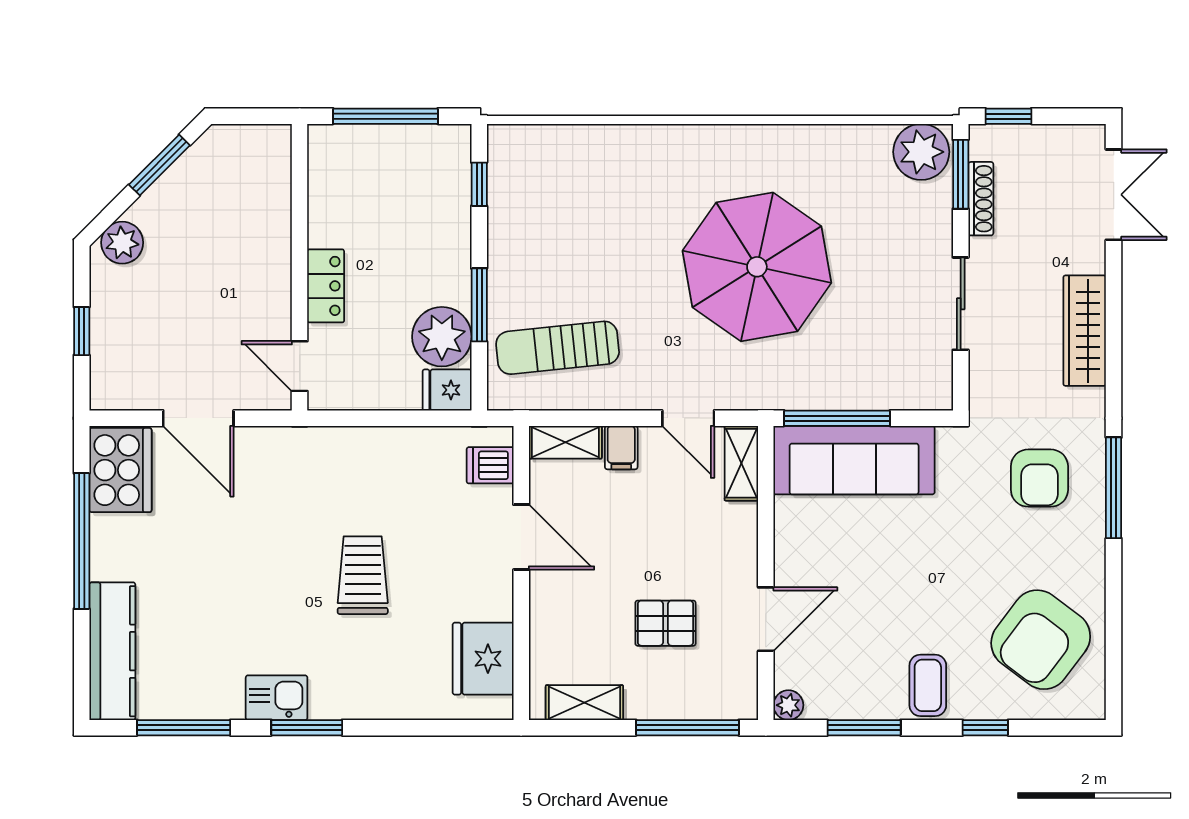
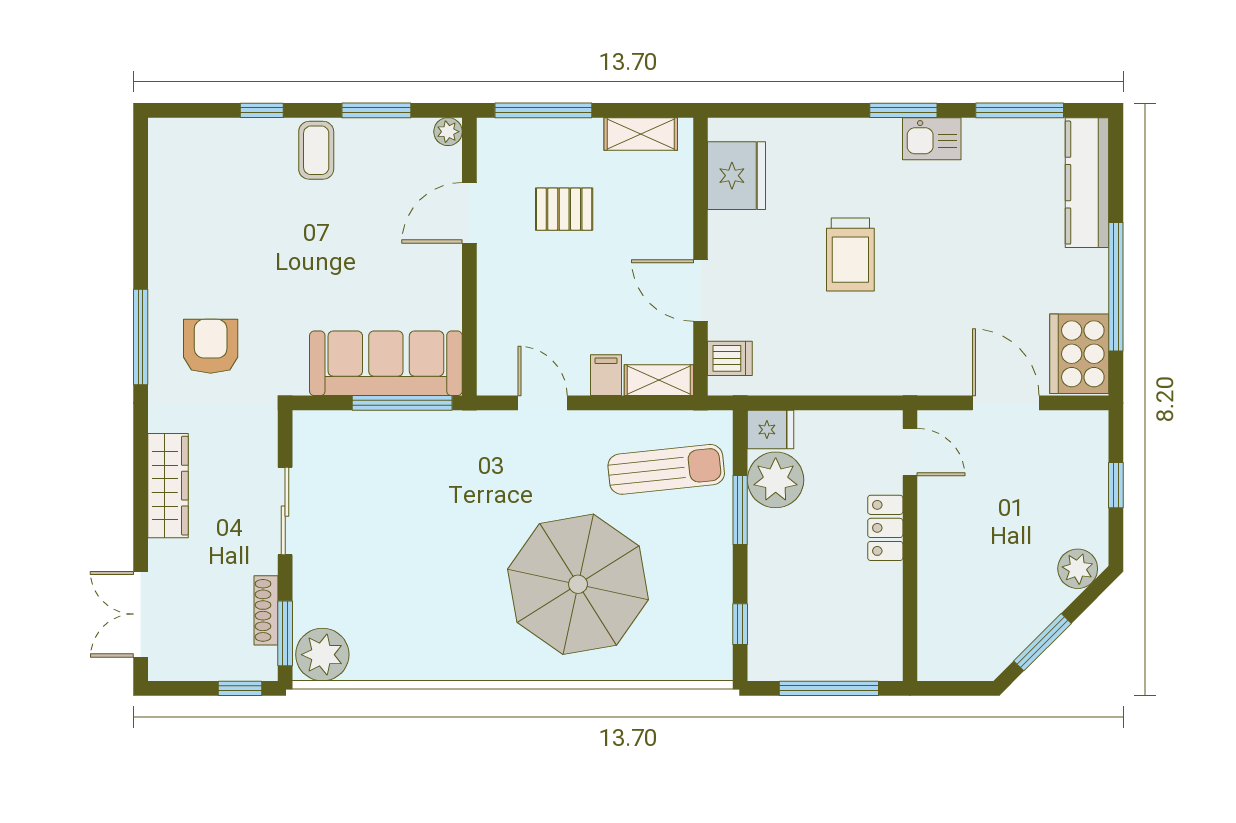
parasol: (757, 267) -> (578, 584), moved
shelving: (741, 463) -> (492, 360), removed
armchair: (1041, 640) -> (209, 194), removed

